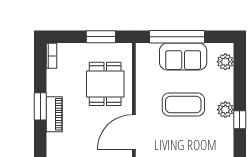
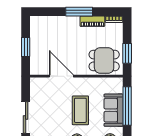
dining table: (105, 84) -> (104, 60), moved
window: (40, 106) -> (79, 12), width x1.44
piano: (54, 114) -> (92, 21), moved

